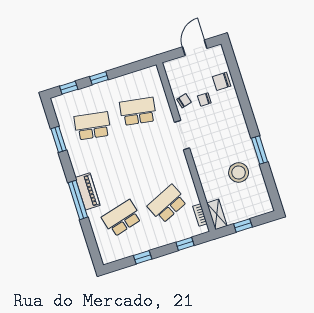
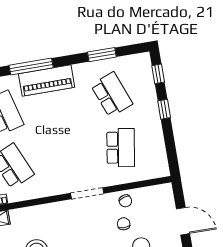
school desk: (92, 126) -> (112, 94), turned -30
piano: (88, 191) -> (47, 80), width x1.37, depth x1.33

